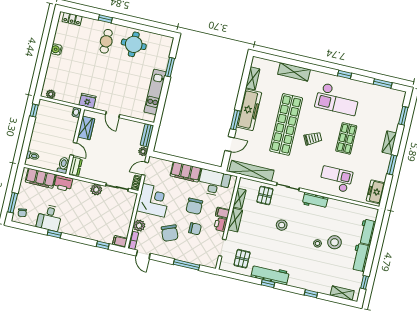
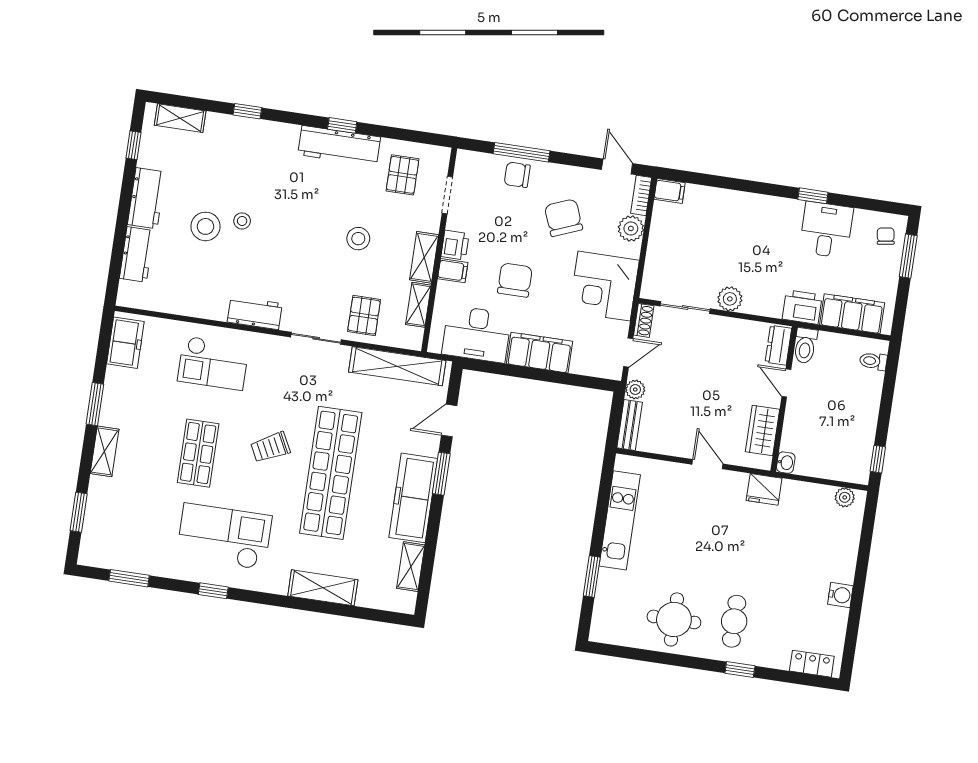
stool: (282, 225) -> (358, 239), moved
chair: (195, 229) -> (517, 175), moved
window: (103, 245) -> (706, 180), removed

